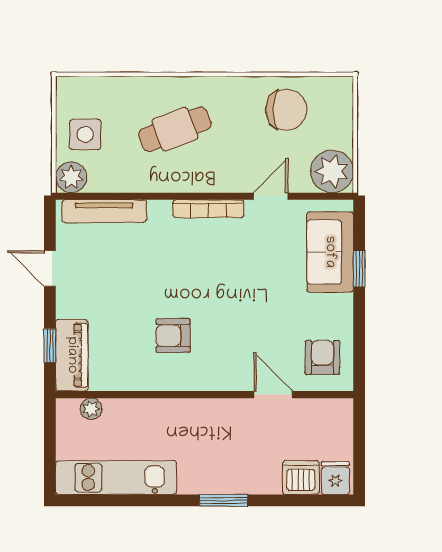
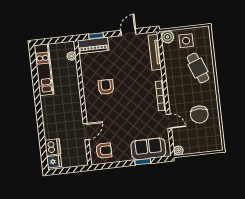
chair: (286, 110) -> (199, 114), moved
cafe table: (175, 129) -> (198, 68), moved
plant: (332, 171) -> (179, 150), width x0.53, depth x0.53
window: (223, 500) -> (39, 116), removed

